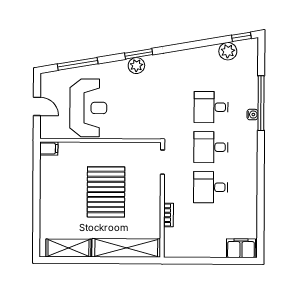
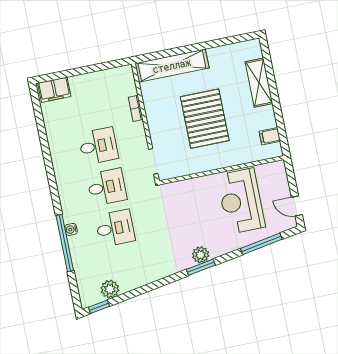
door: (37, 106) -> (297, 206), moved
filing cabinet: (49, 148) -> (270, 136), moved
shelving: (68, 248) -> (259, 83), moved, turned 90

